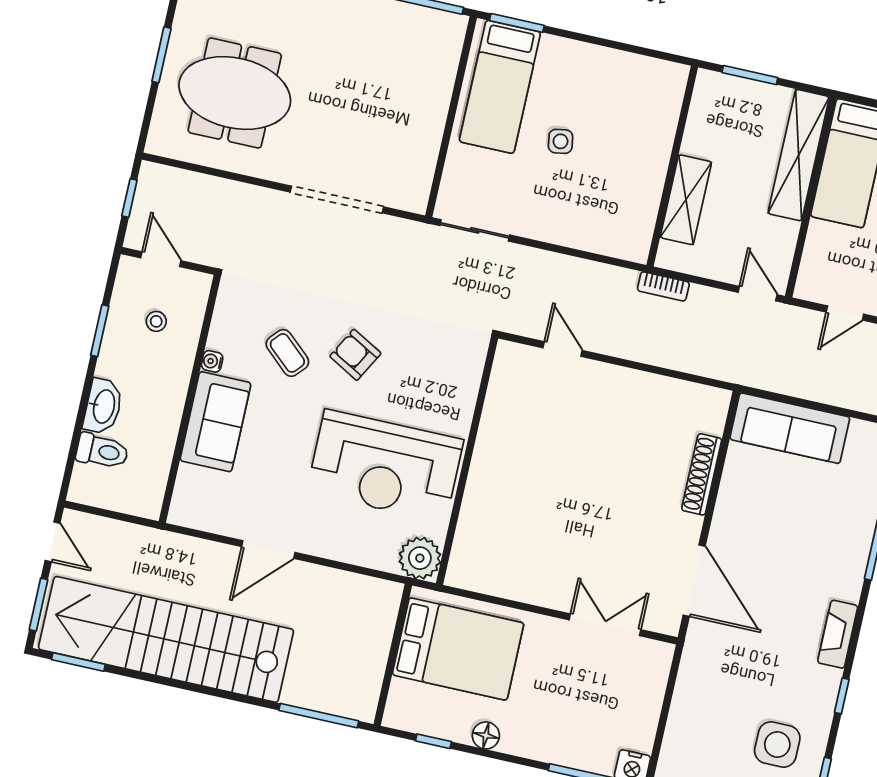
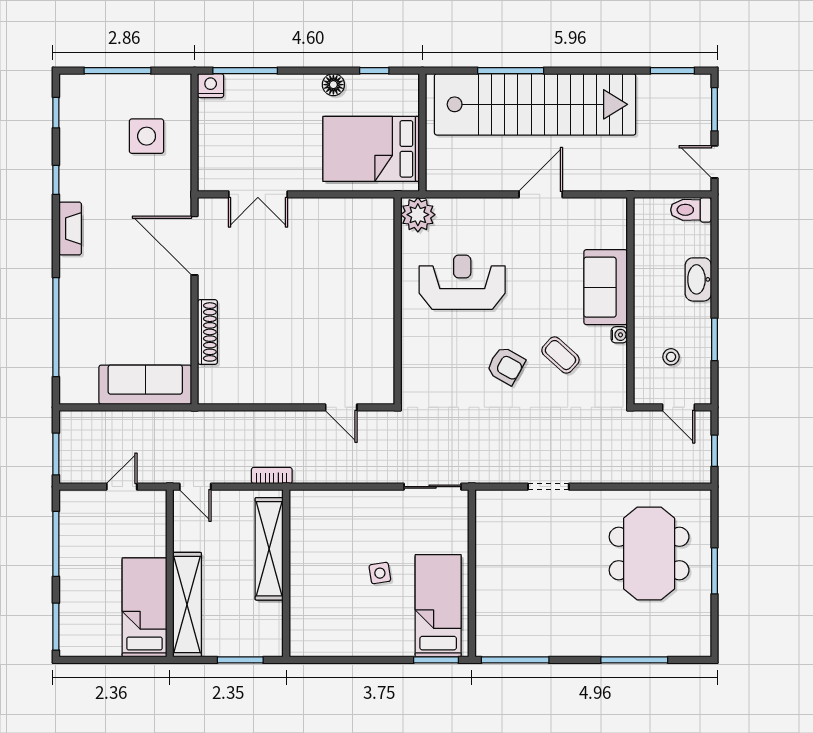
meeting table: (235, 93) -> (649, 554), turned 90
doorway: (337, 200) -> (548, 487), width x0.53
shelving: (686, 200) -> (269, 549), width x1.47
toilet: (102, 451) -> (691, 210), moved
reception desk: (385, 466) -> (462, 282), width x0.74, depth x0.77
stairs: (166, 639) -> (535, 104), moved
window: (319, 716) -> (511, 71), moved
side table: (777, 744) -> (147, 136), moved

